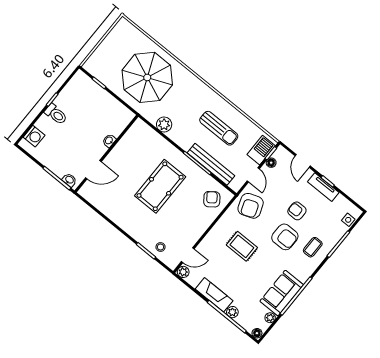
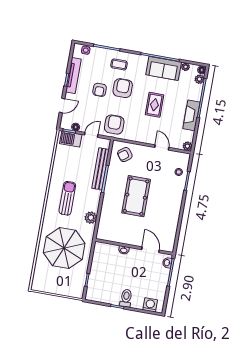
sun lounger: (219, 128) -> (67, 198), moved
pool table: (160, 186) -> (136, 196), turned 90
tv unit: (323, 187) -> (73, 76), width x1.41
armchair: (251, 206) -> (114, 125), turned -70
rug: (242, 246) -> (154, 105), moved
door: (188, 255) -> (162, 147), moved
plant: (232, 312) -> (199, 79), moved

